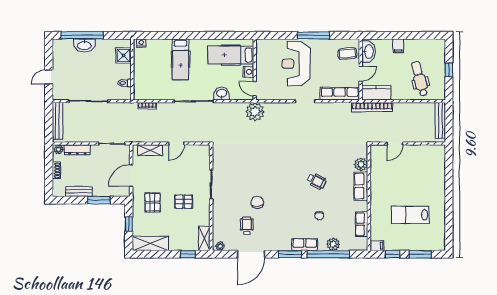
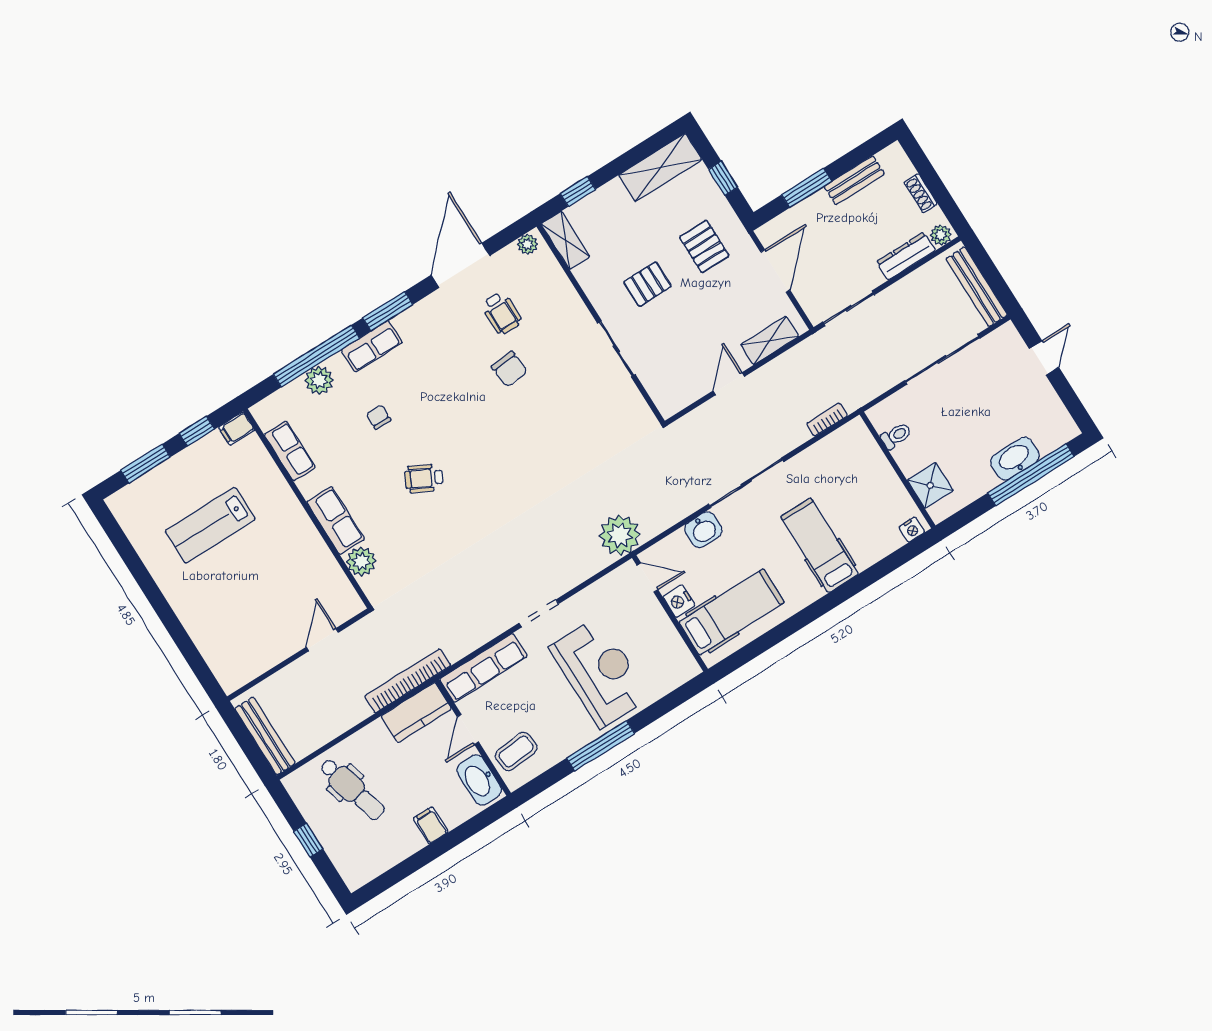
lab bench: (410, 215) -> (210, 525), turned 180

